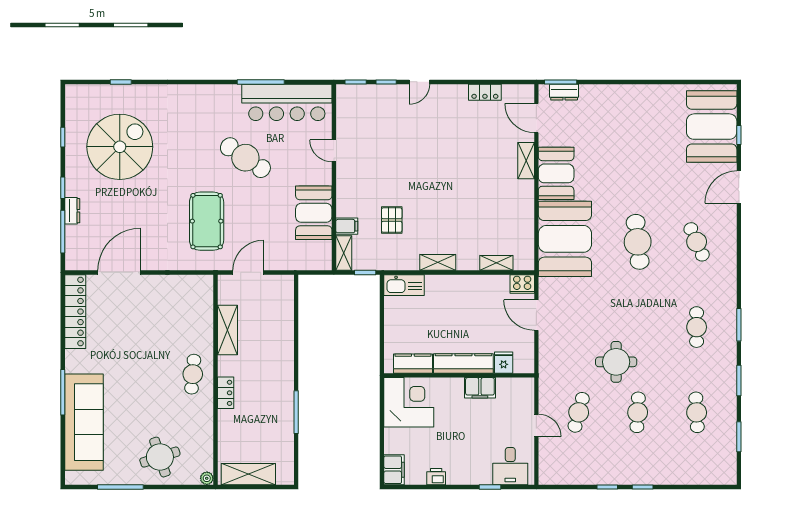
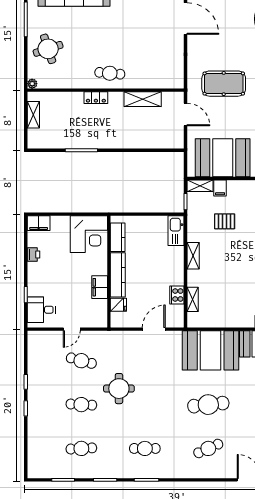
booth: (314, 213) -> (223, 158), width x1.36, depth x1.42
cooker: (522, 284) -> (177, 295), moved
shelving: (248, 474) -> (33, 115), width x0.67, depth x0.75

